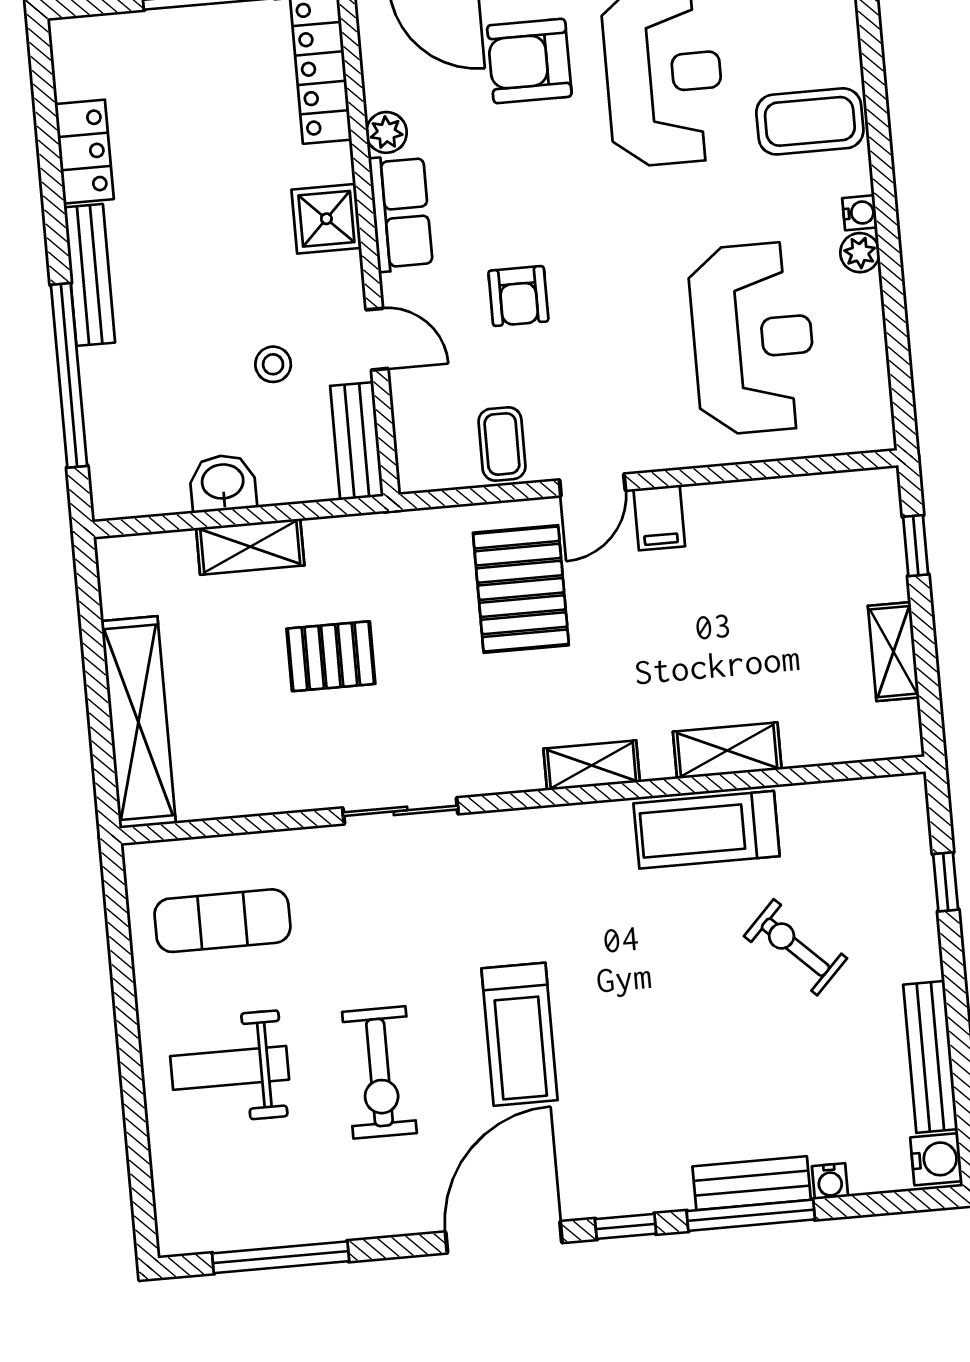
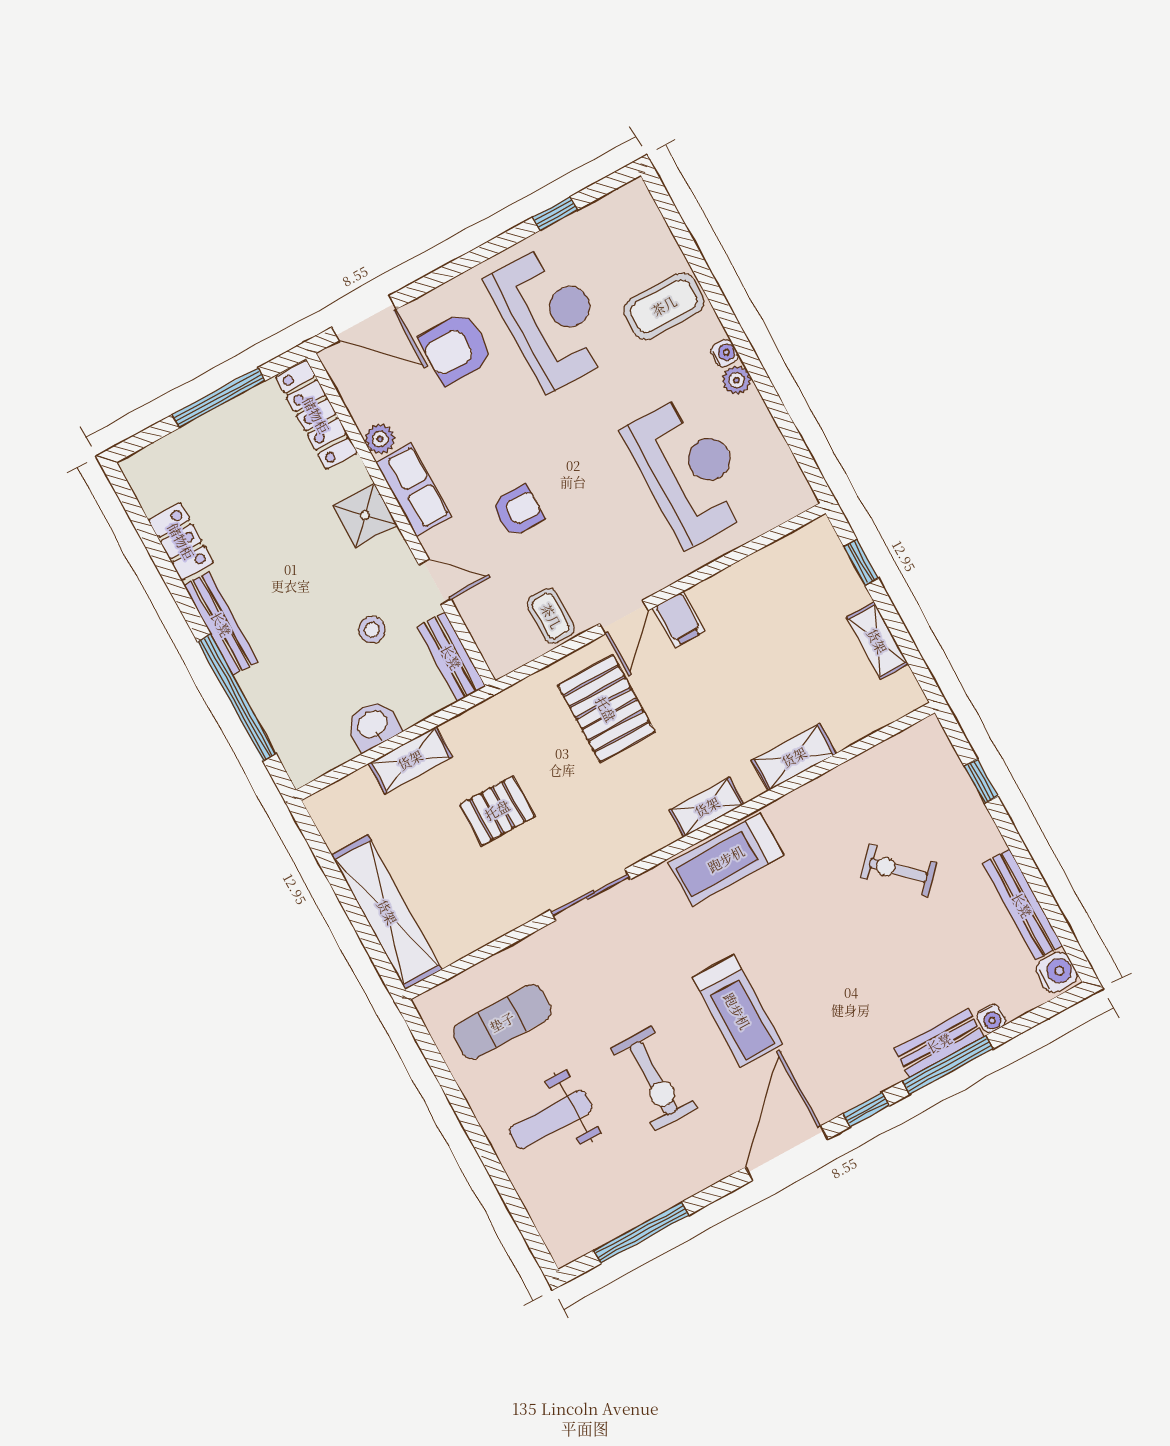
armchair: (518, 296) -> (518, 511), turned -90
treadmill: (707, 830) -> (726, 859), moved

